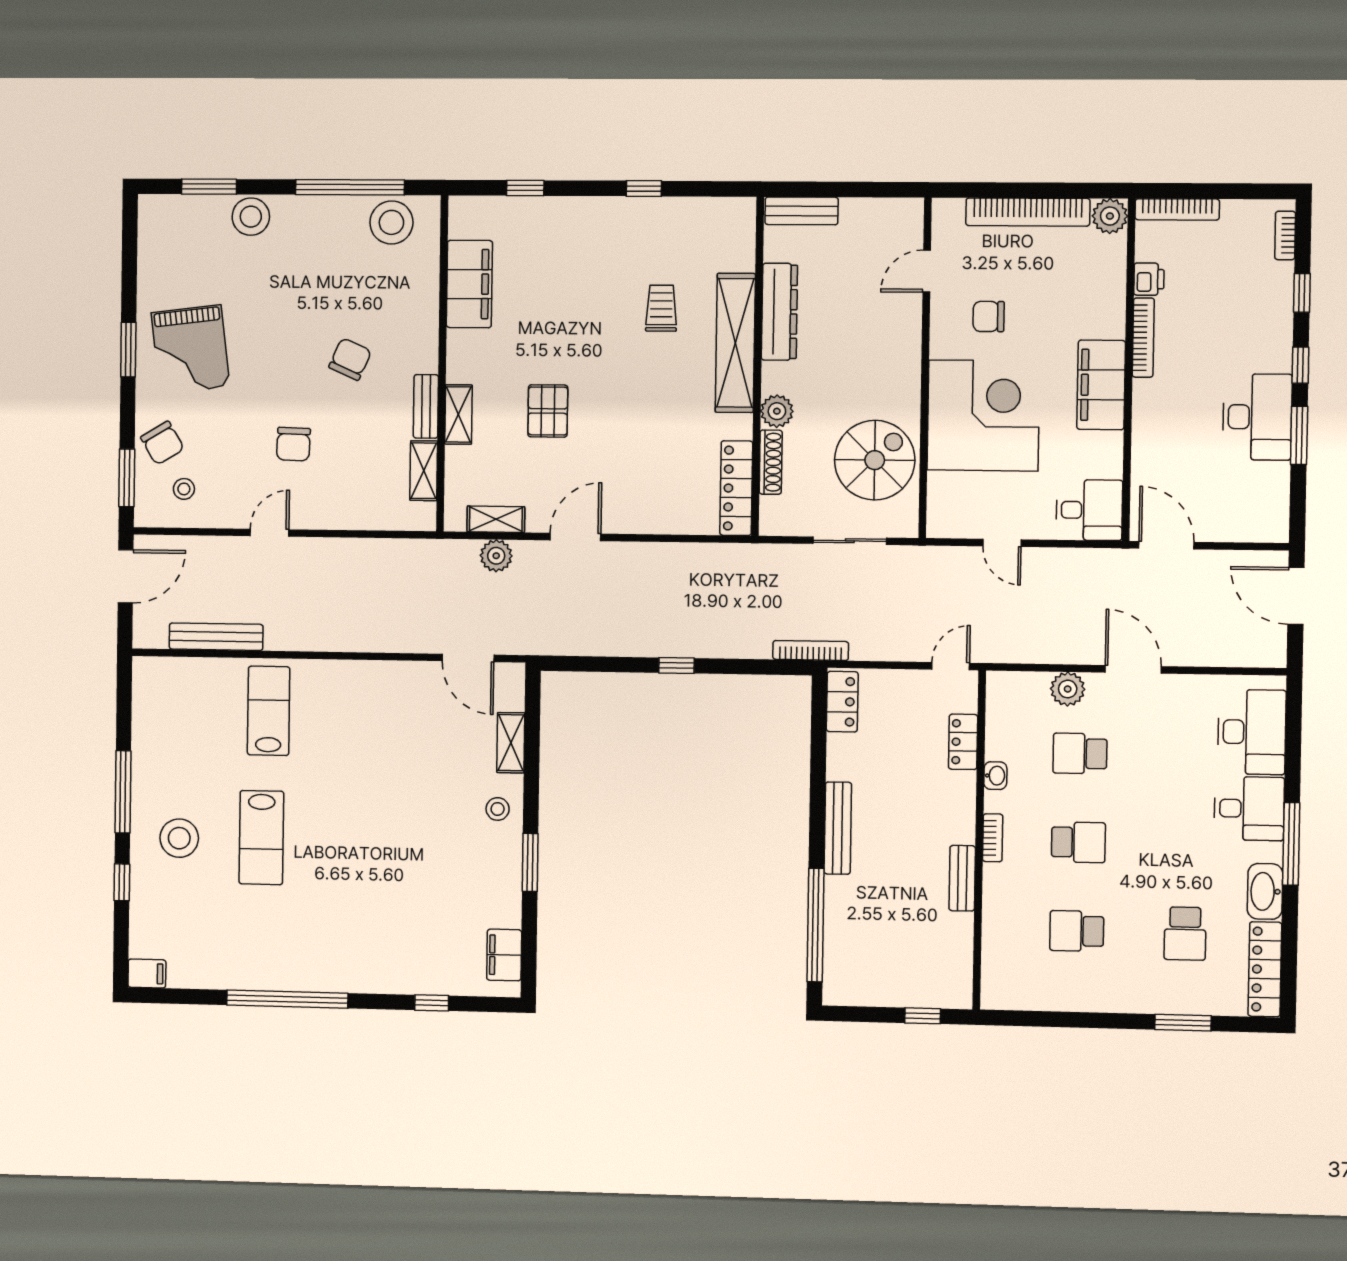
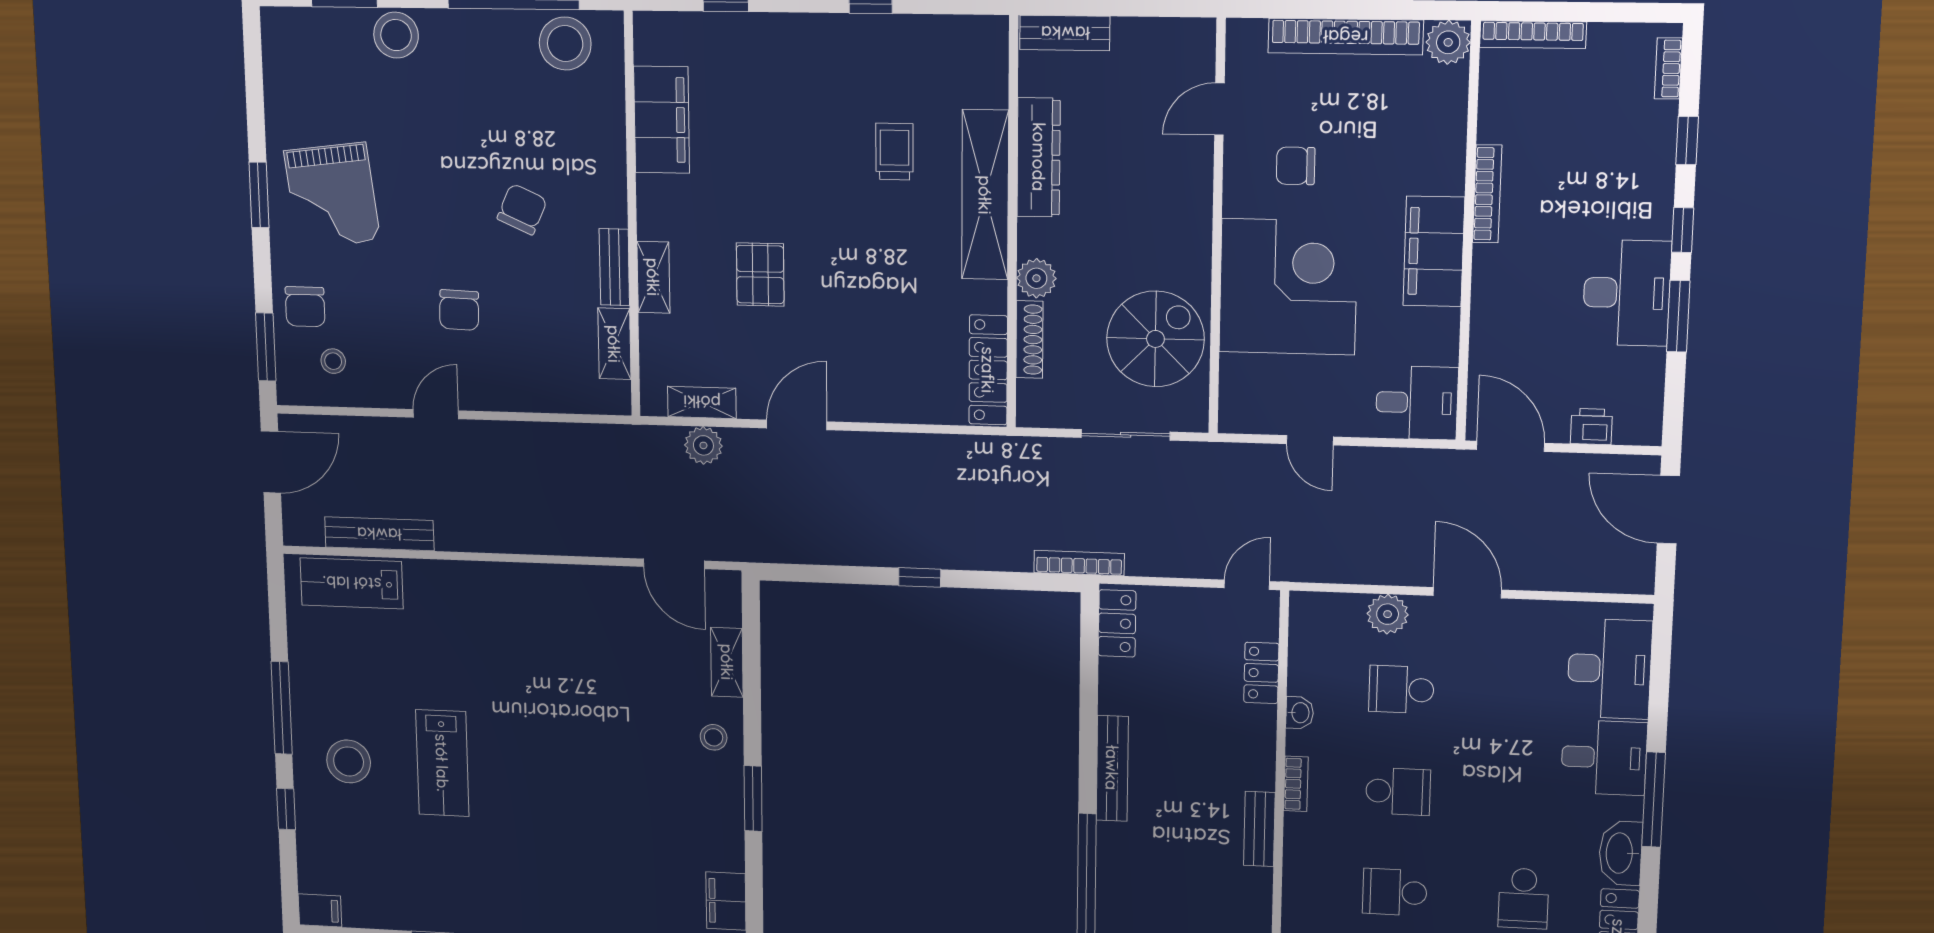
printer: (1149, 279) -> (1591, 427), moved, turned -90
chair: (162, 443) -> (305, 307), turned 31
lab bench: (269, 711) -> (352, 583), moved, turned -90

